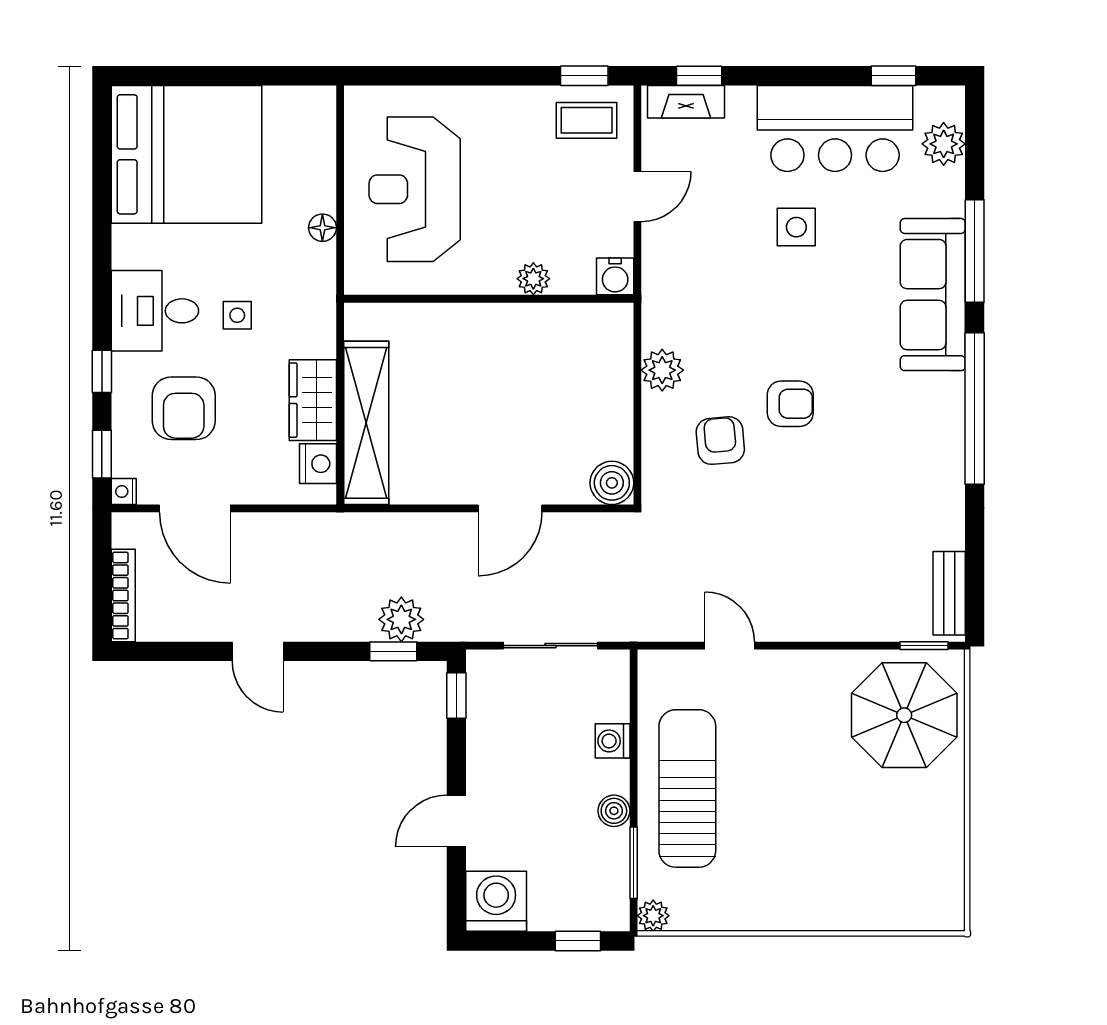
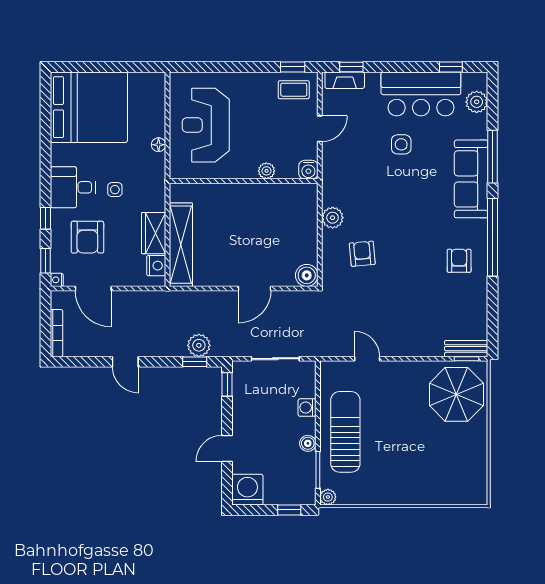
armchair: (790, 404) -> (459, 261), moved, turned -90
bench: (949, 593) -> (466, 349), moved, turned 90

